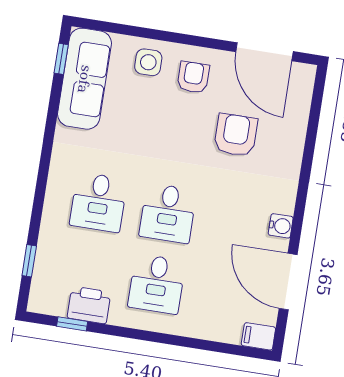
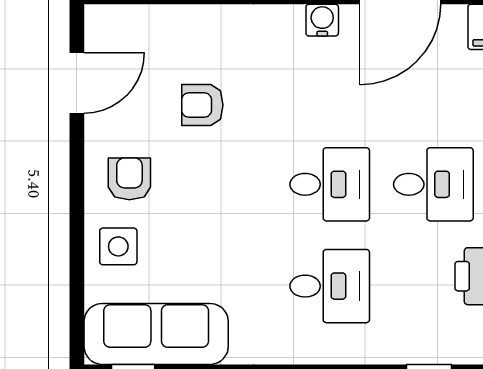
door: (264, 52) -> (77, 83), width x0.73
armchair: (193, 77) -> (129, 179), turned 90
armchair: (236, 135) -> (202, 105), width x0.72, depth x0.72

